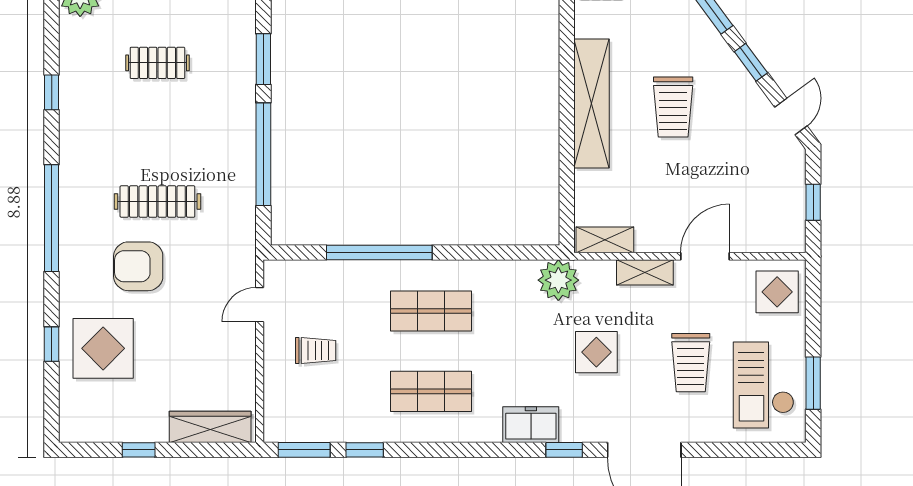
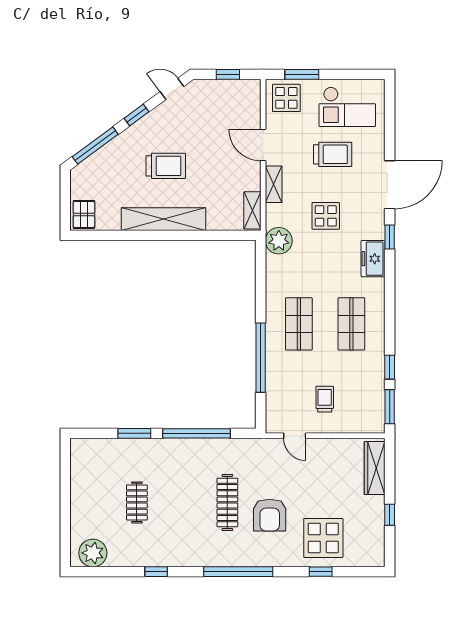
window: (813, 383) -> (302, 74), moved

